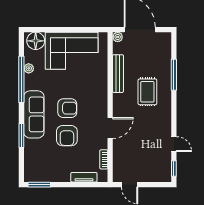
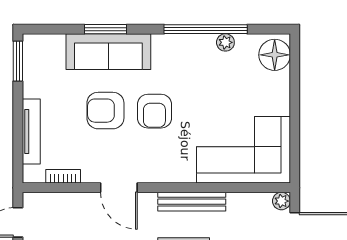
corner sofa: (72, 51) -> (244, 150), moved, turned 90
bench: (118, 74) -> (192, 202), moved
sofa: (34, 114) -> (108, 52), moved
tv unit: (84, 177) -> (31, 132), width x1.41

